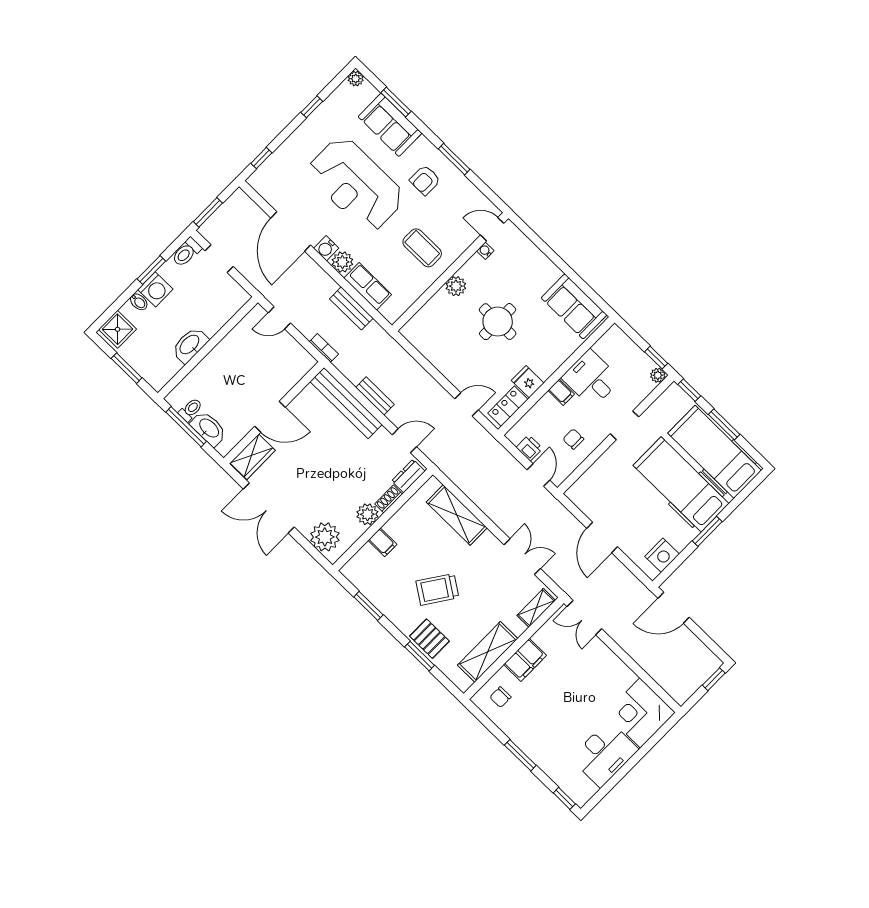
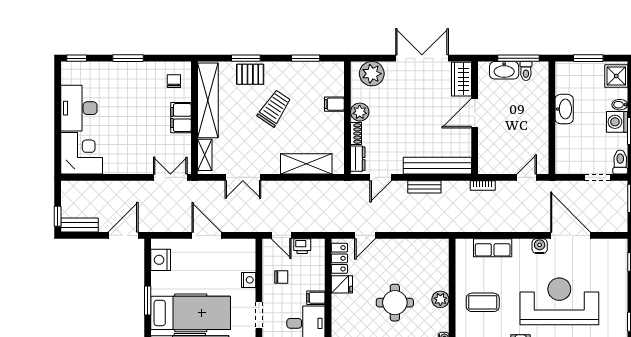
plant: (342, 262) -> (522, 247), removed
bench: (351, 308) -> (79, 225), moved
nightstand: (604, 464) -> (249, 280), added
shelving: (488, 652) -> (208, 100), width x1.47

